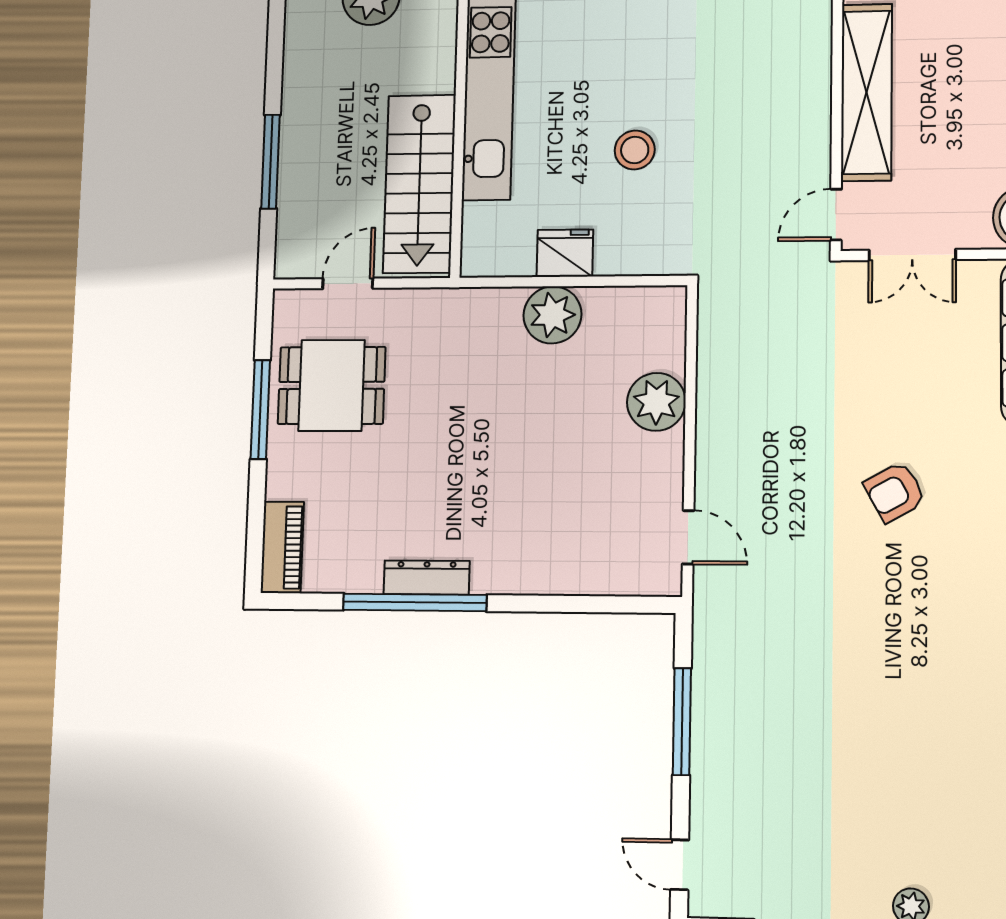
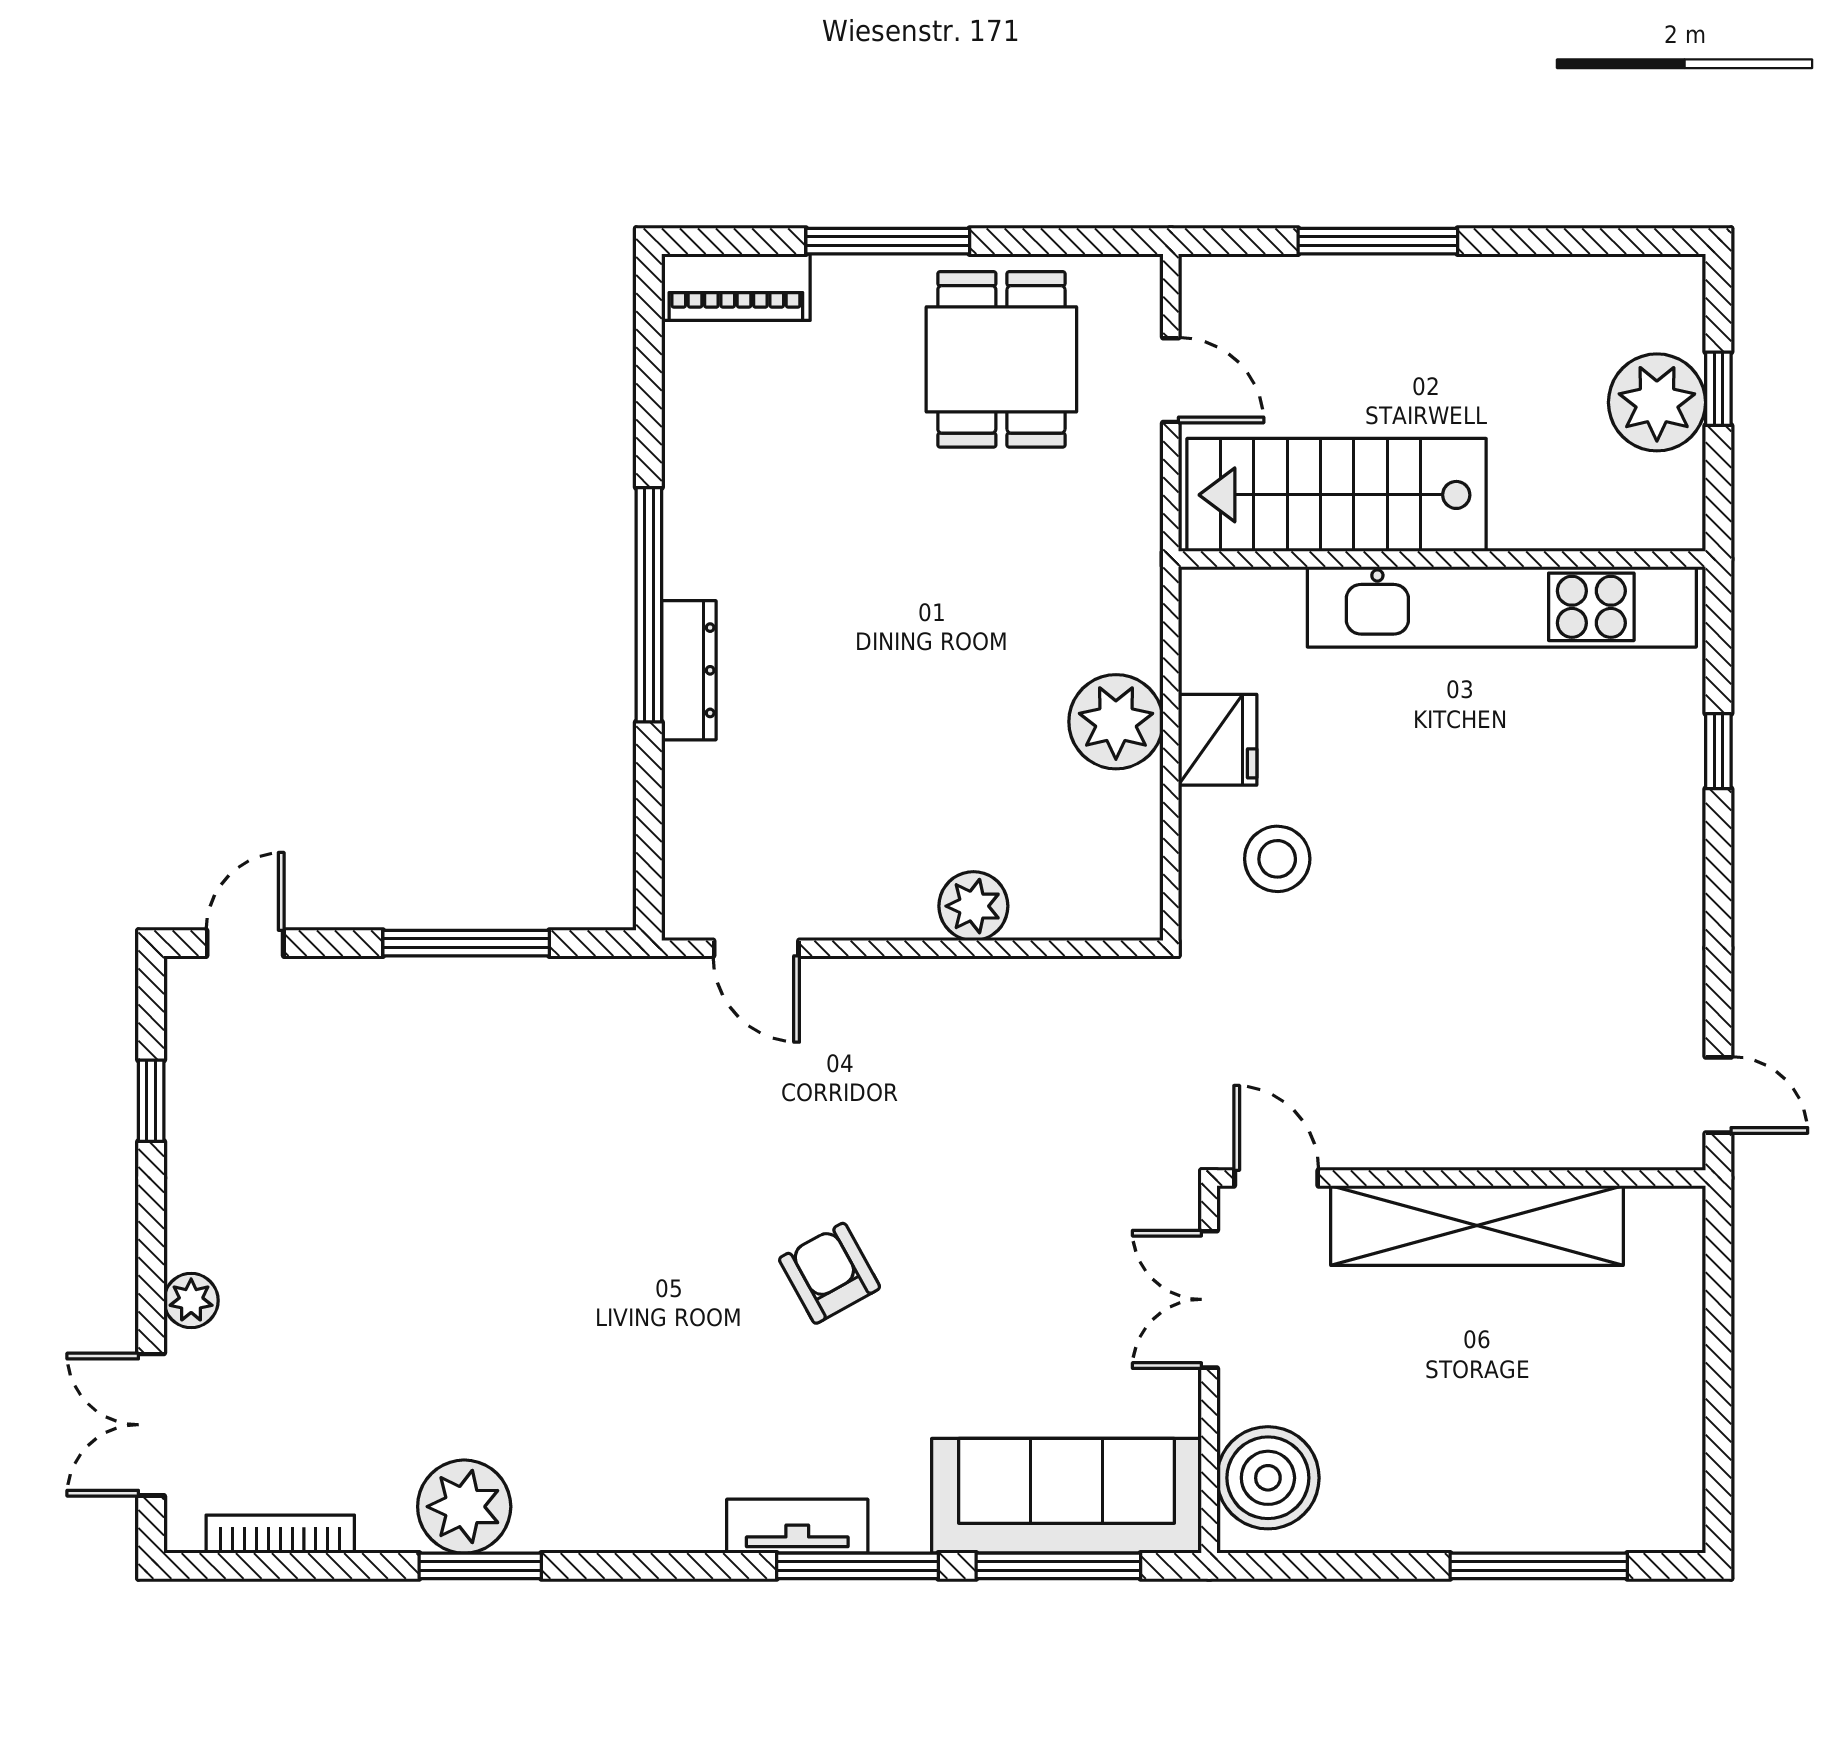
stool: (635, 150) -> (1277, 859), moved
plant: (656, 402) -> (973, 906), width x0.73, depth x0.73
window: (260, 409) -> (888, 241), moved
door: (688, 537) -> (756, 948), hinge flipped
dresser: (427, 578) -> (689, 670), moved
window: (415, 602) -> (649, 605), moved

